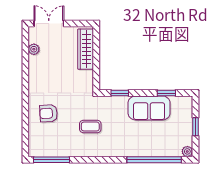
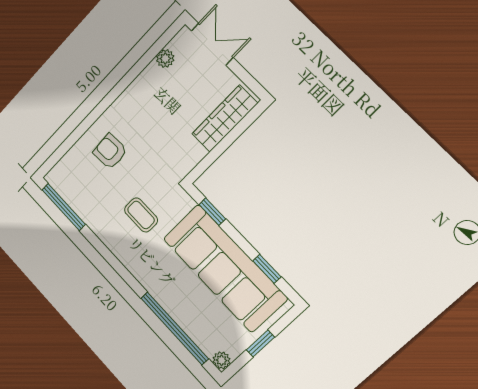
sofa: (149, 108) -> (225, 268), width x1.85, depth x1.27

